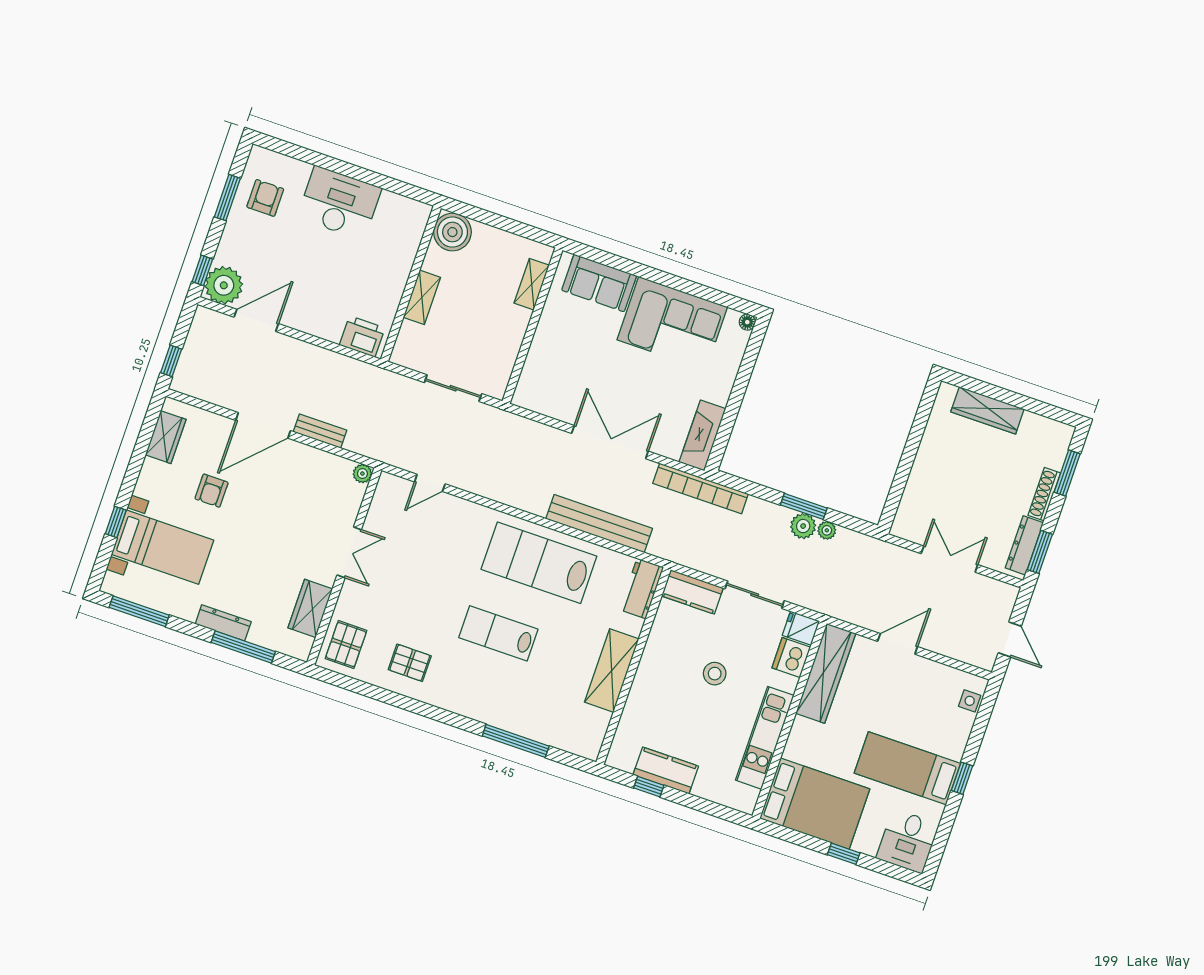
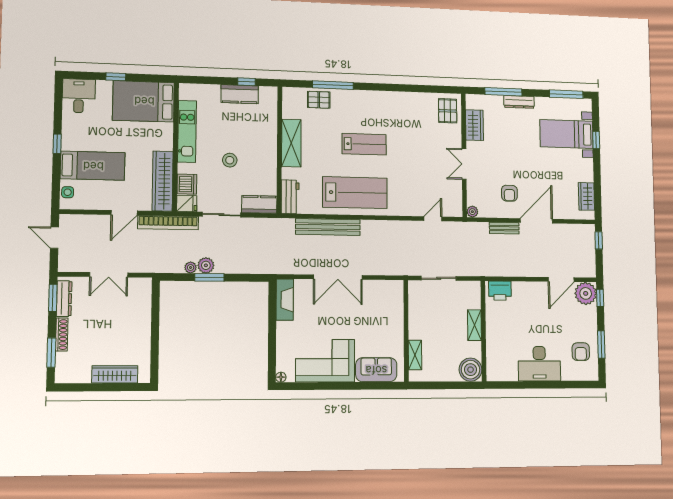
bookcase: (701, 489) -> (168, 223), moved, turned 180
armchair: (212, 491) -> (509, 193), moved, turned 180
pallet: (410, 663) -> (319, 100), moved
bed: (907, 768) -> (93, 166), moved

